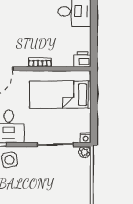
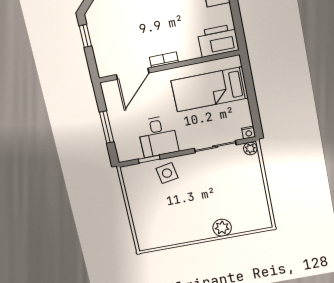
printer: (82, 59) -> (218, 41), width x1.87, depth x1.48
bookcase: (40, 62) -> (164, 60), moved

